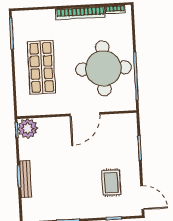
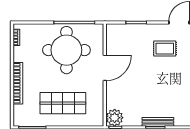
bookcase: (80, 13) -> (18, 83), moved
door: (85, 114) -> (105, 68), hinge flipped

